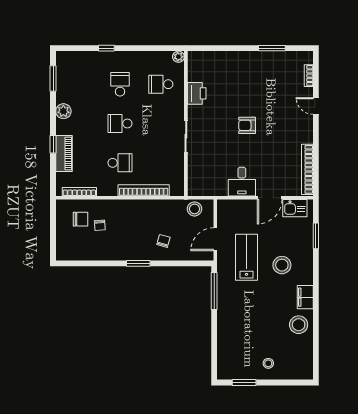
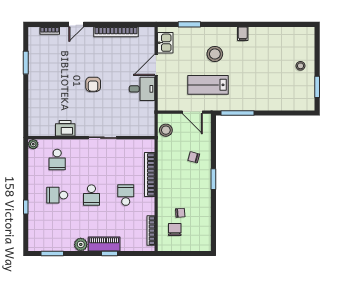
piano: (64, 154) -> (104, 244), moved
bookcase: (307, 169) -> (116, 32), moved
door: (270, 198) -> (156, 65), swing flipped
filing cabinet: (305, 297) -> (243, 34), width x0.50
stool: (299, 325) -> (267, 39), removed

